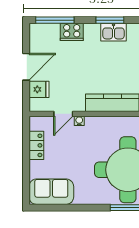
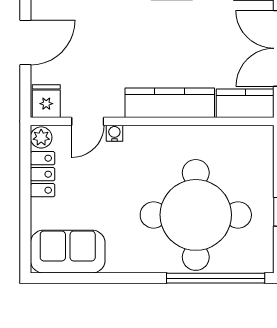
fridge: (39, 89) -> (46, 101), moved, turned -90
plant: (35, 123) -> (41, 137), added

